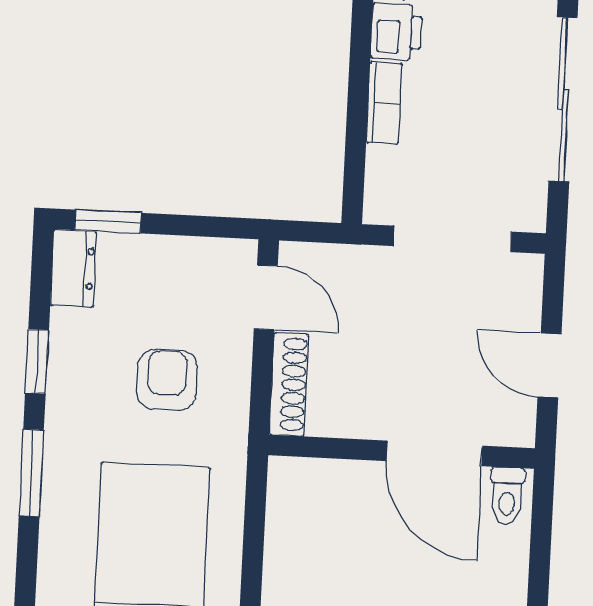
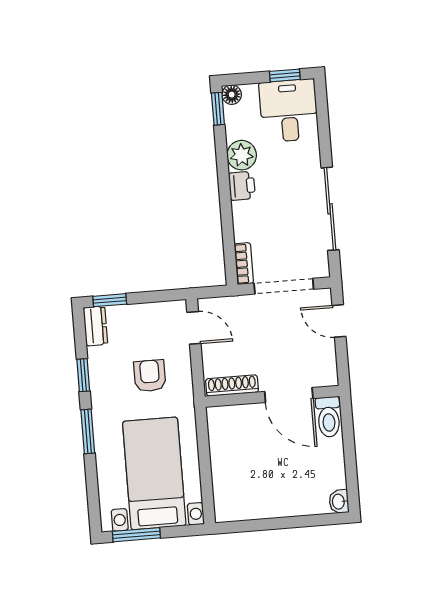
bookcase: (384, 103) -> (244, 264), moved
door: (549, 365) -> (339, 321), moved
shoe rack: (289, 384) -> (232, 386), moved, turned -90
toilet: (507, 496) -> (329, 417), width x1.37, depth x1.39

